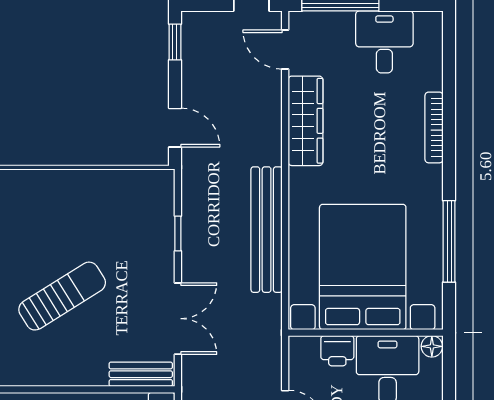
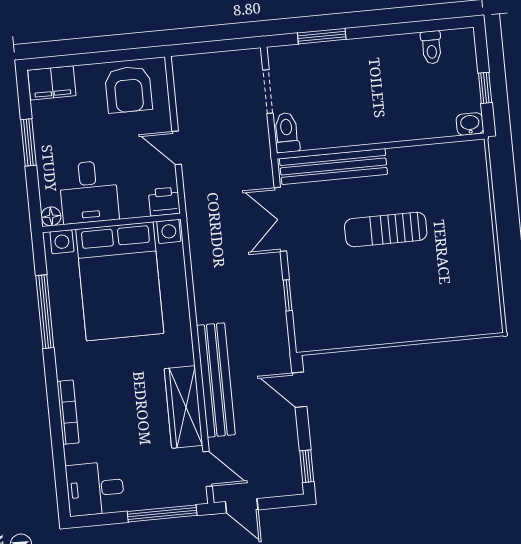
desk: (384, 42) -> (95, 489), moved, turned 90
bench: (267, 230) -> (216, 380), moved
sun lounger: (62, 296) -> (386, 230), turned 32
printer: (337, 351) -> (164, 202), moved
bench: (141, 374) -> (333, 166), width x1.86, depth x1.21

